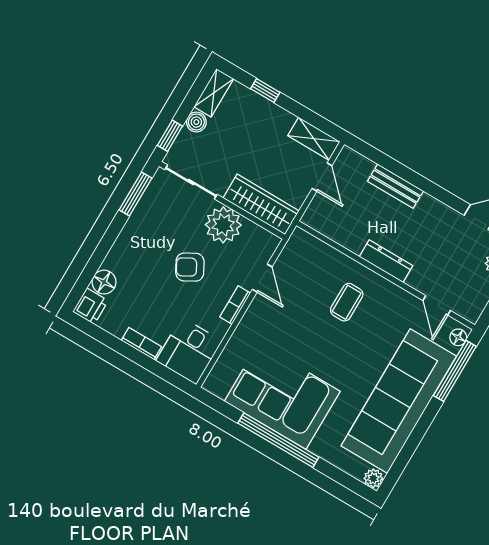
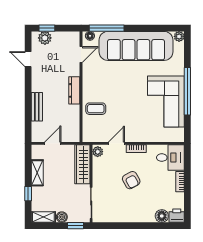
shelving: (314, 139) -> (37, 173), moved
window: (135, 194) -> (112, 226), removed
plant: (223, 225) -> (98, 152), moved, width x0.53, depth x0.53
coffee table: (347, 302) -> (96, 109), moved

